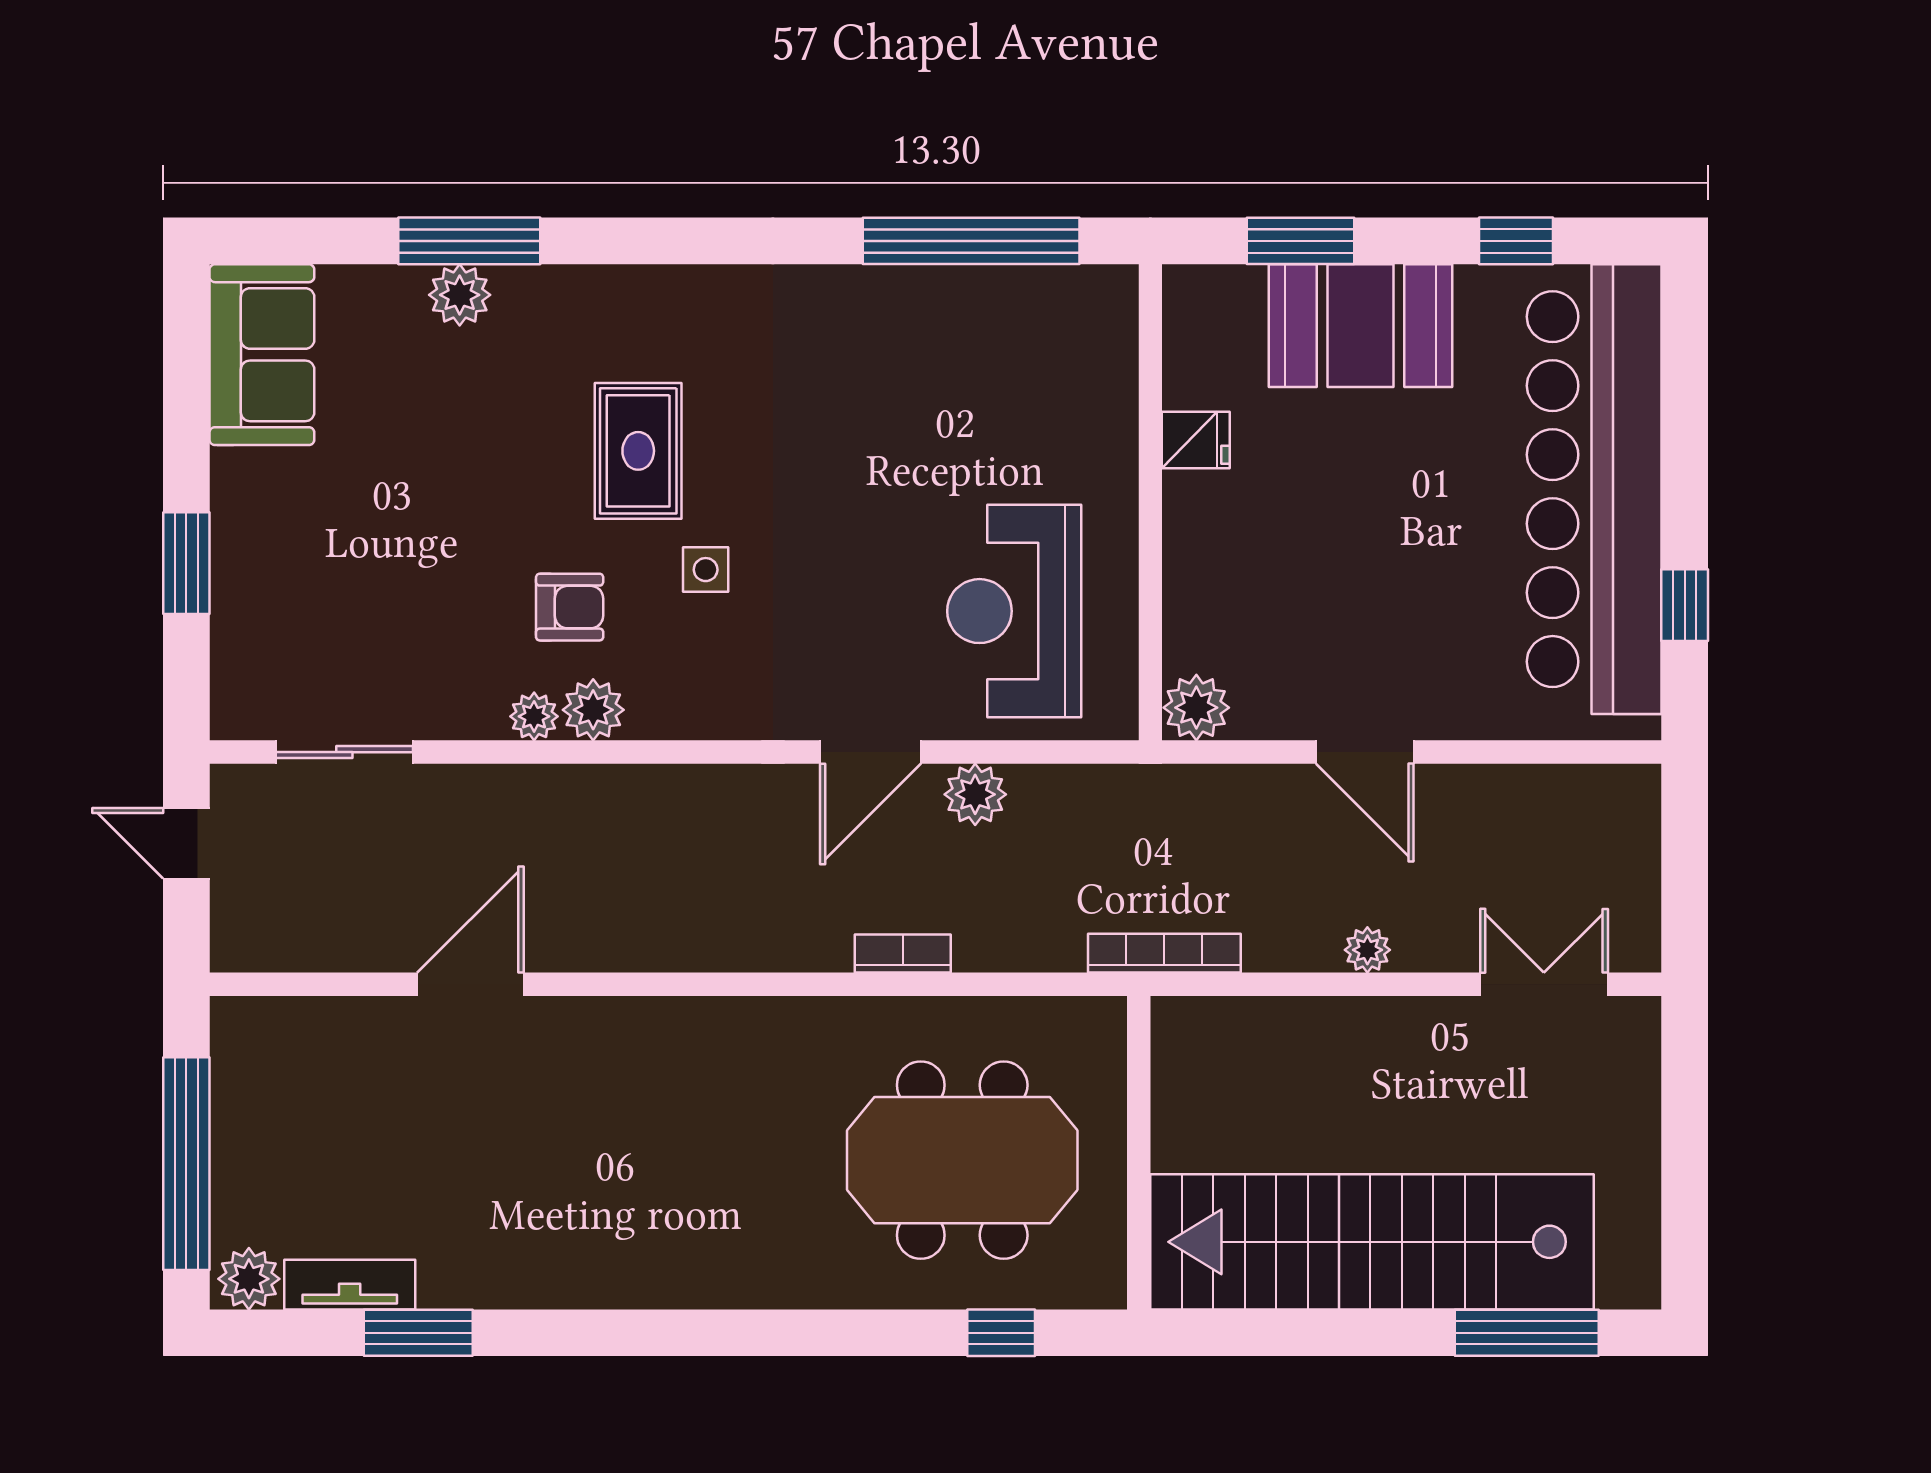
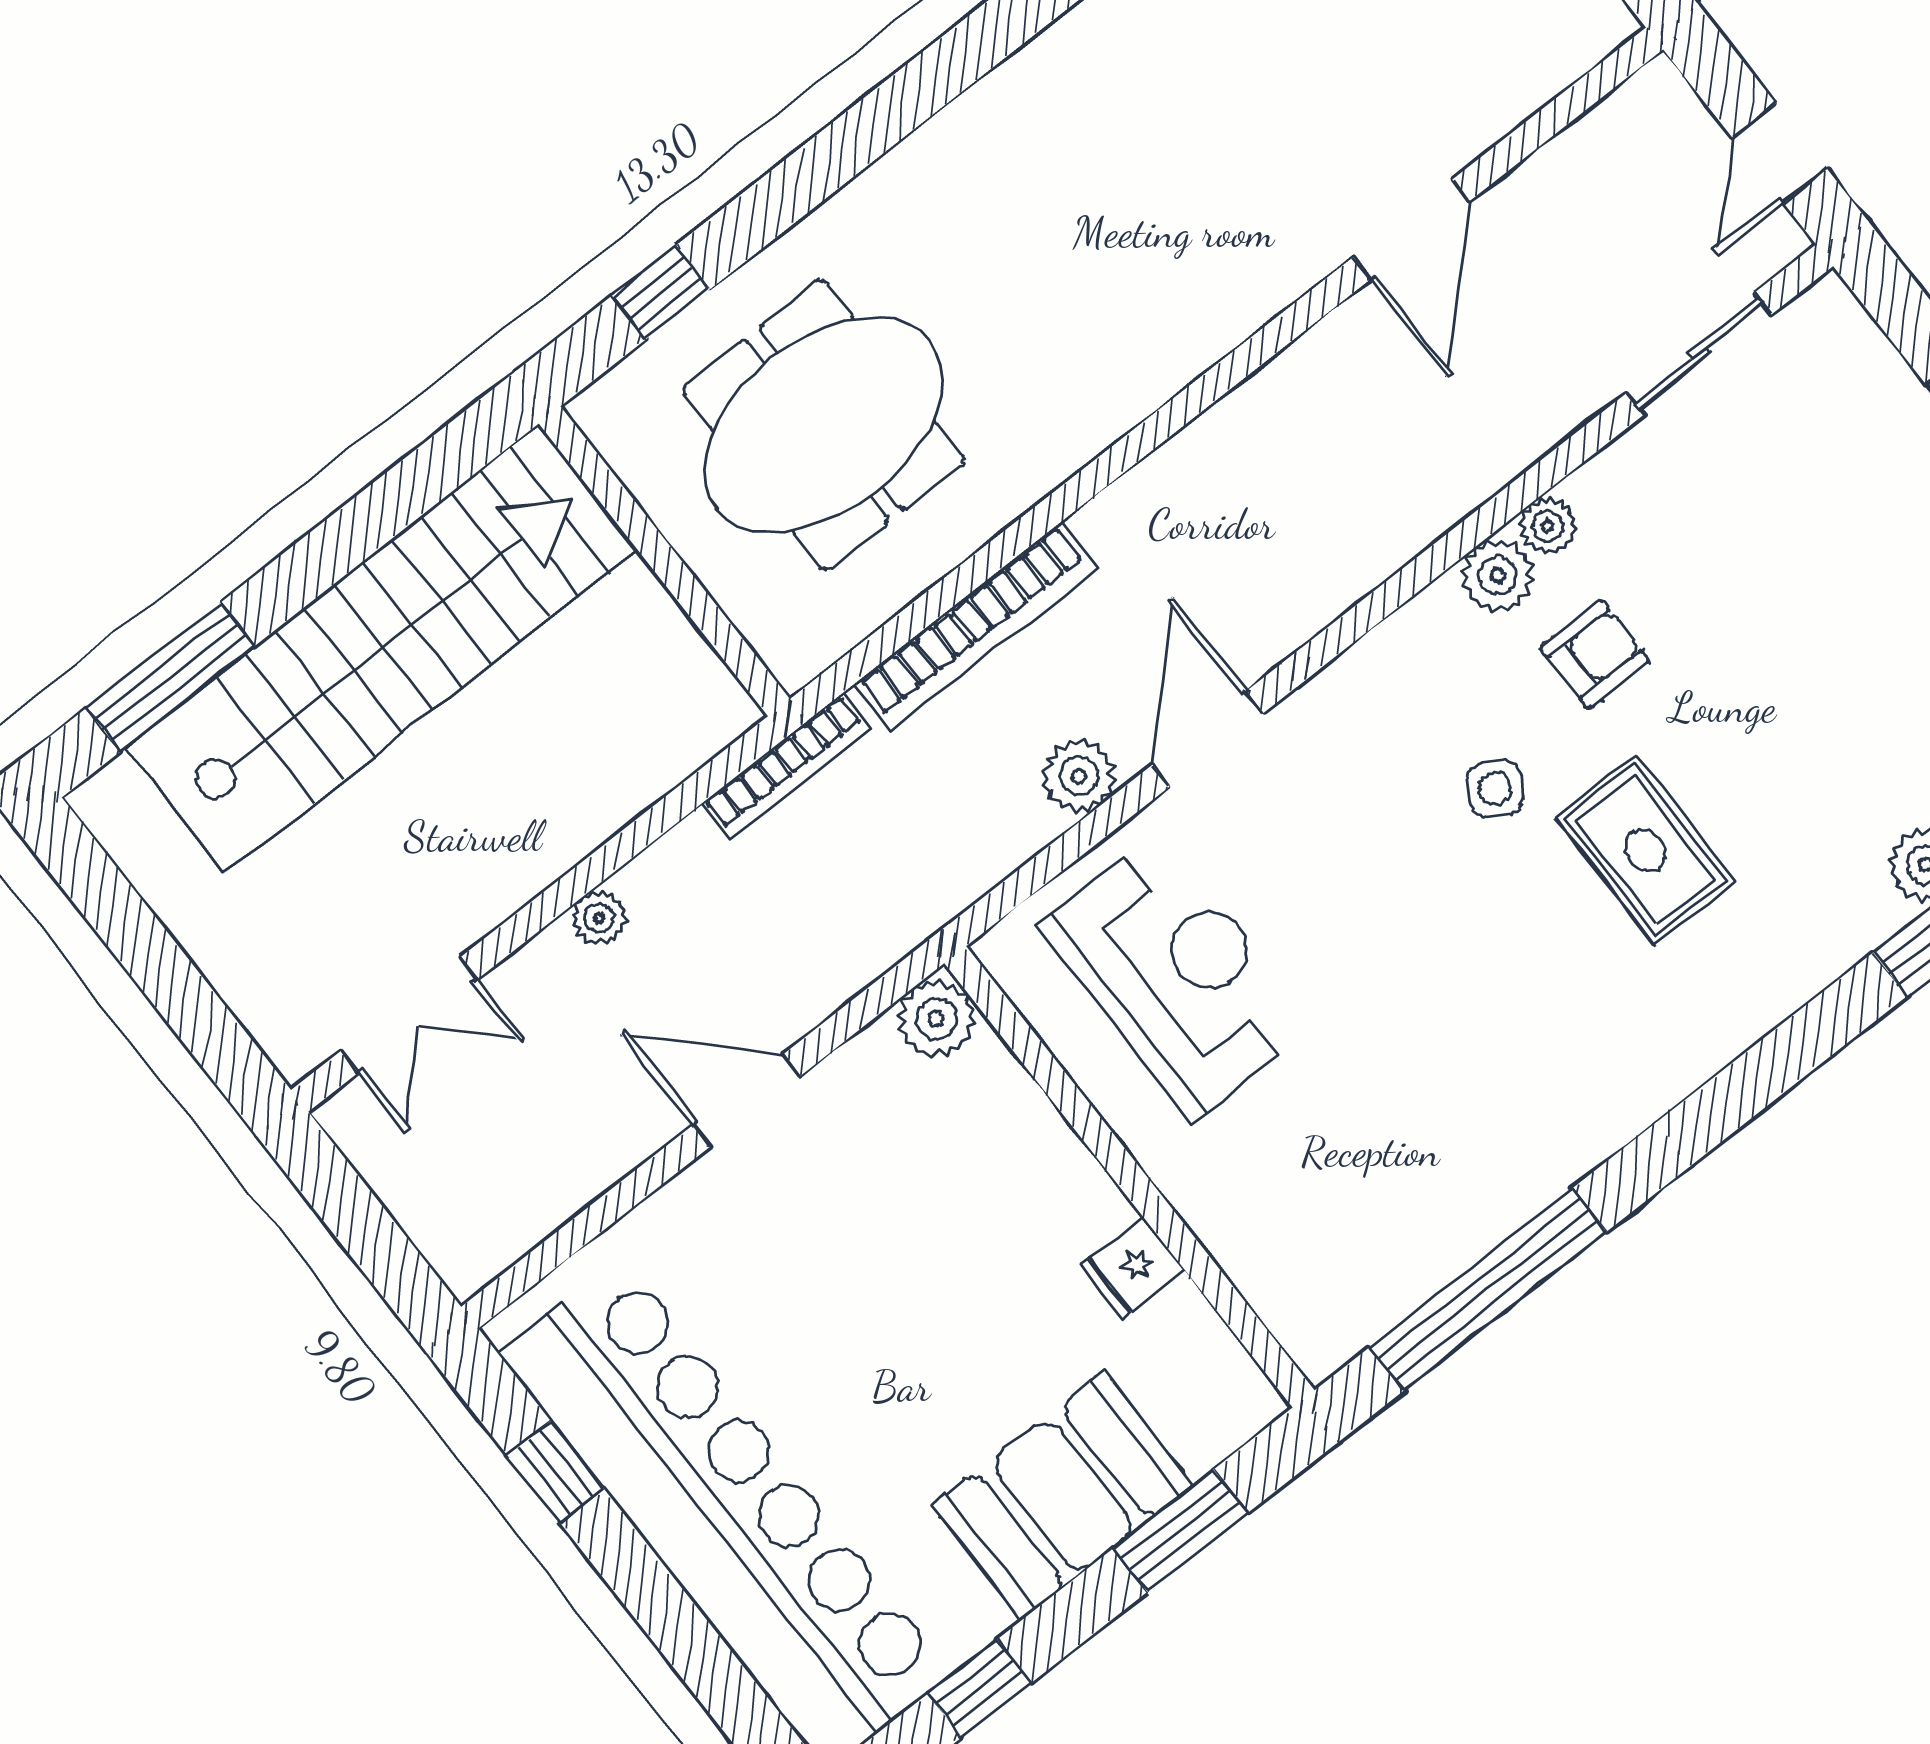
side table: (706, 570) -> (1495, 789), turned 32
armchair: (570, 607) -> (1595, 654), turned 180
door: (186, 843) -> (1780, 153), swing flipped
bookcase: (903, 954) -> (976, 626), width x2.31, depth x1.31

